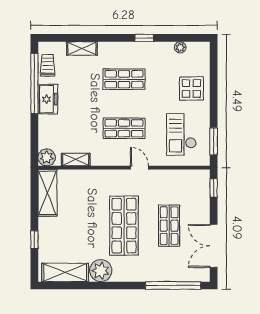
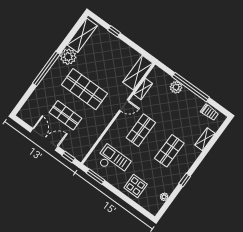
window: (34, 83) -> (191, 87), moved
freezer: (48, 99) -> (190, 98), removed
plant: (47, 157) -> (176, 87), moved
door: (139, 168) -> (124, 105), moved
shelving: (47, 193) -> (138, 73), moved, turned 90
double door: (214, 246) -> (44, 139), moved
window: (173, 285) -> (46, 69), moved

